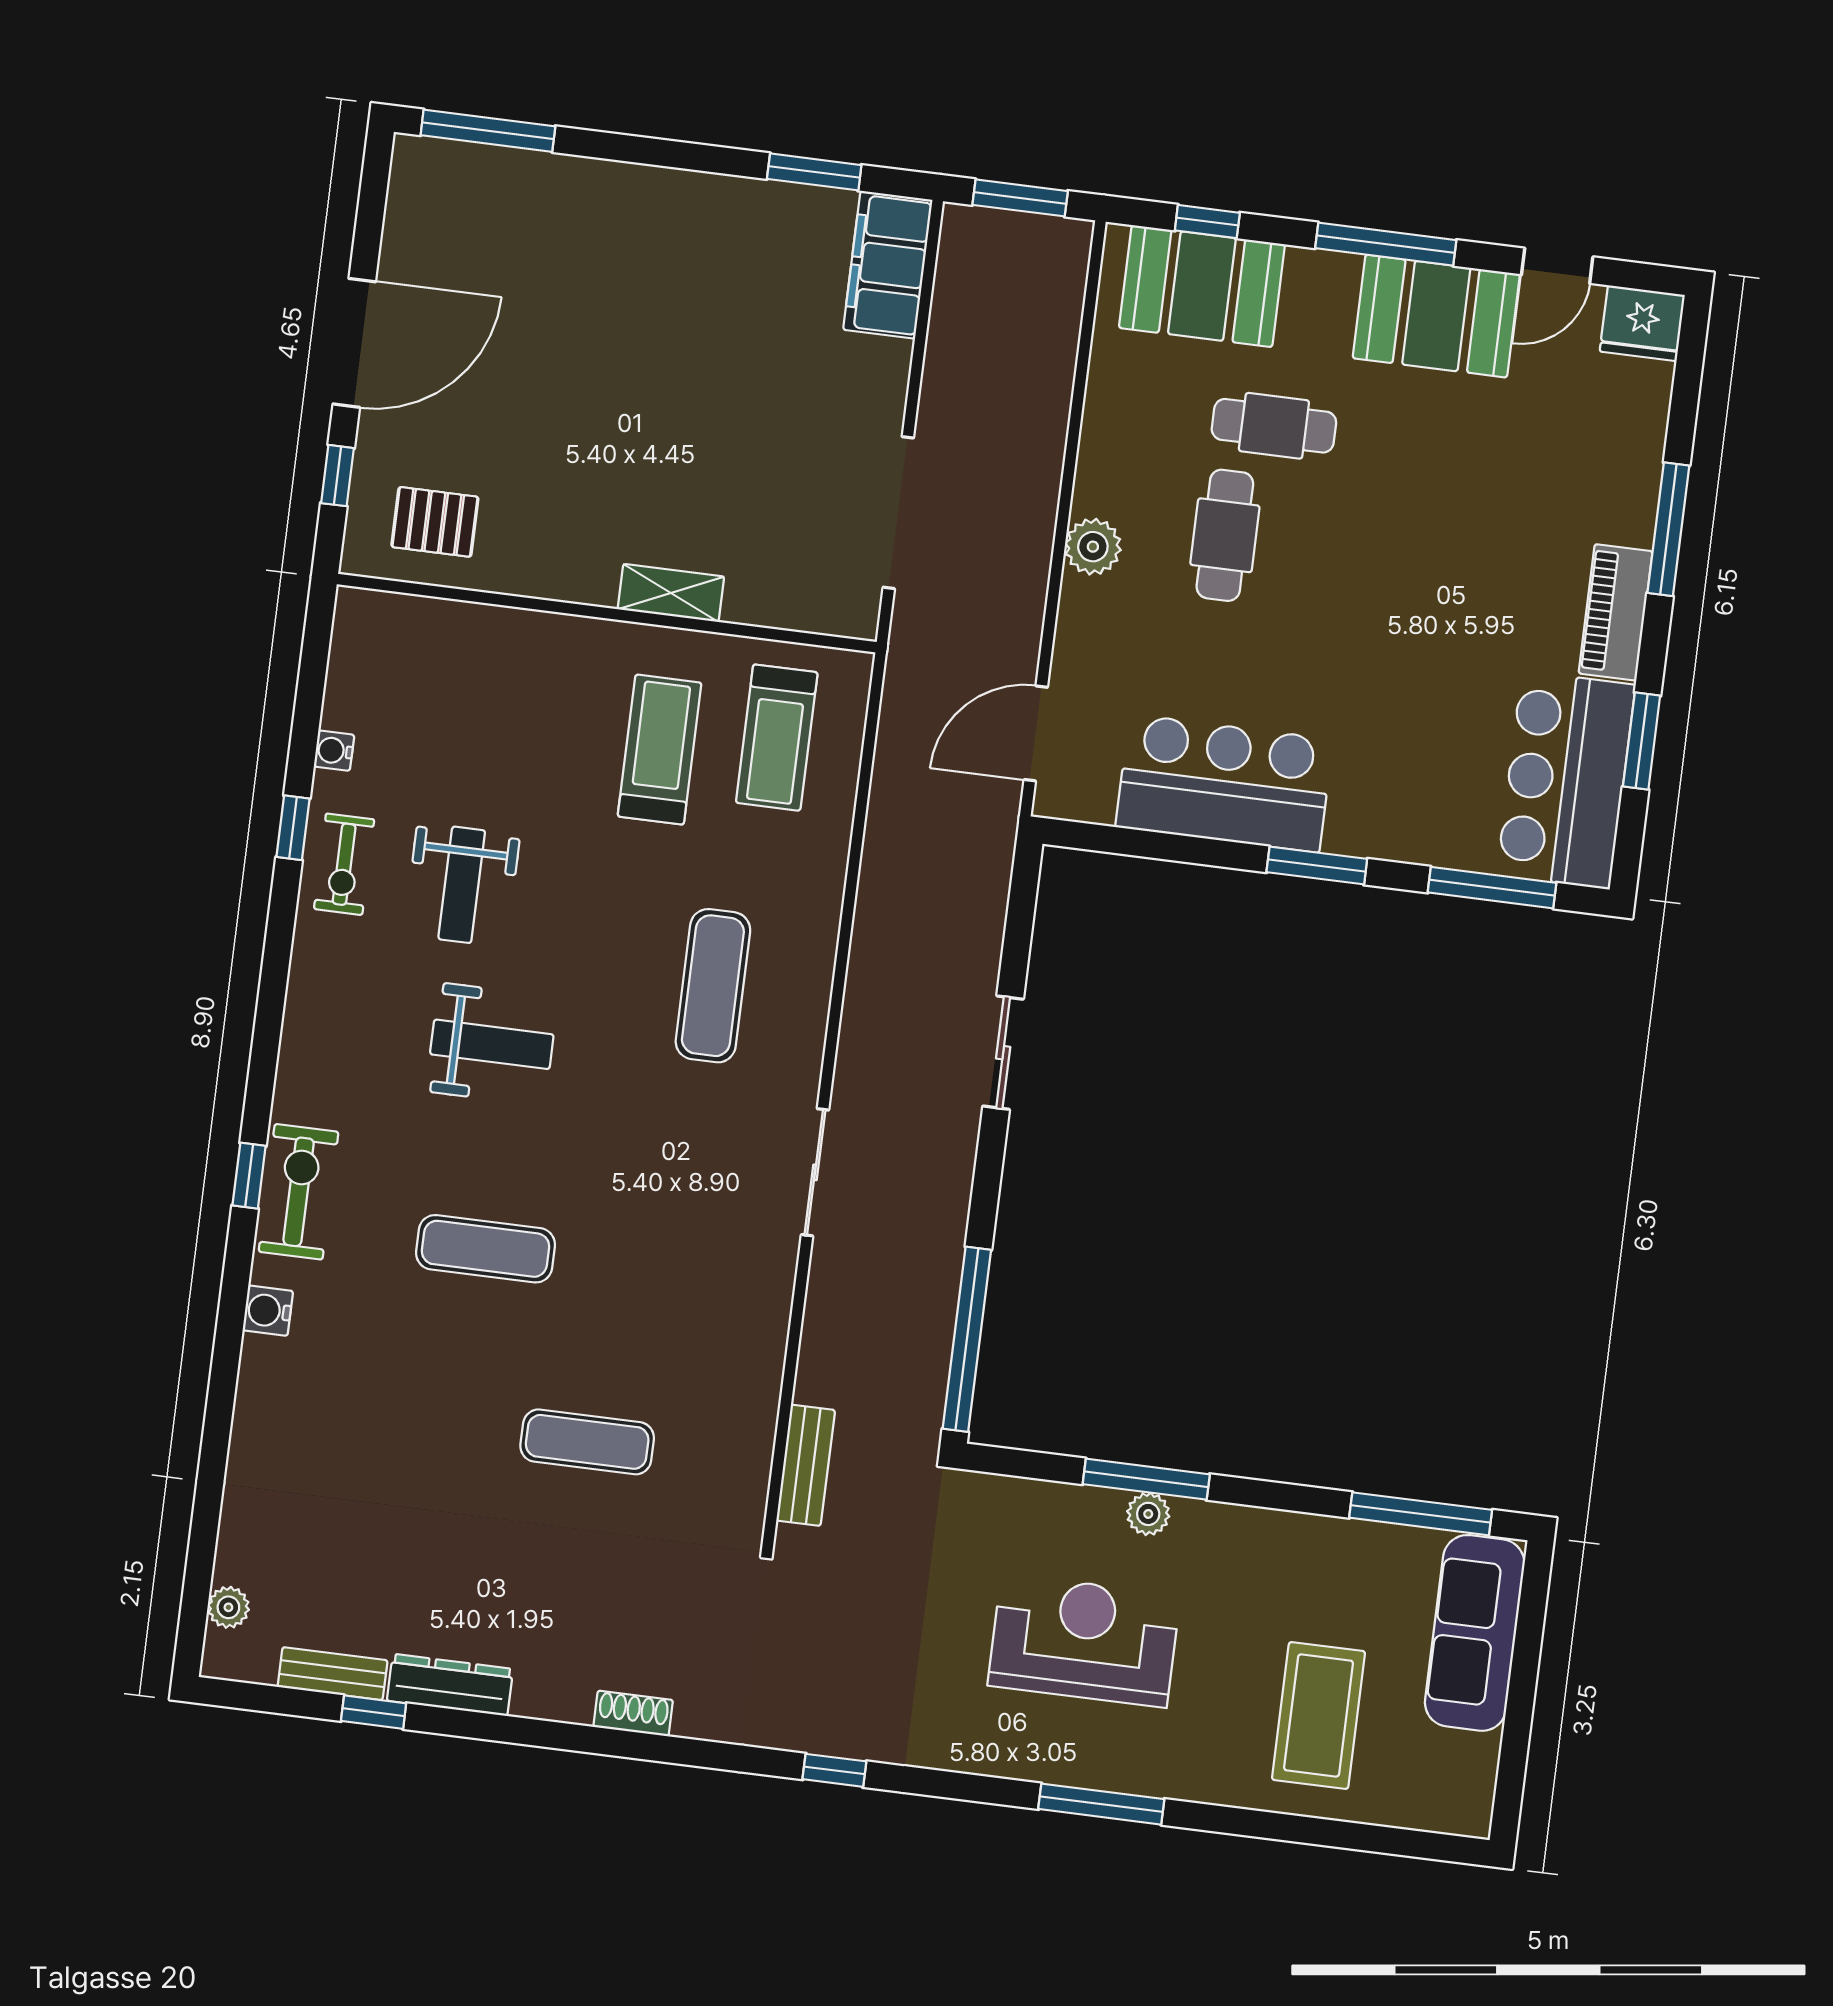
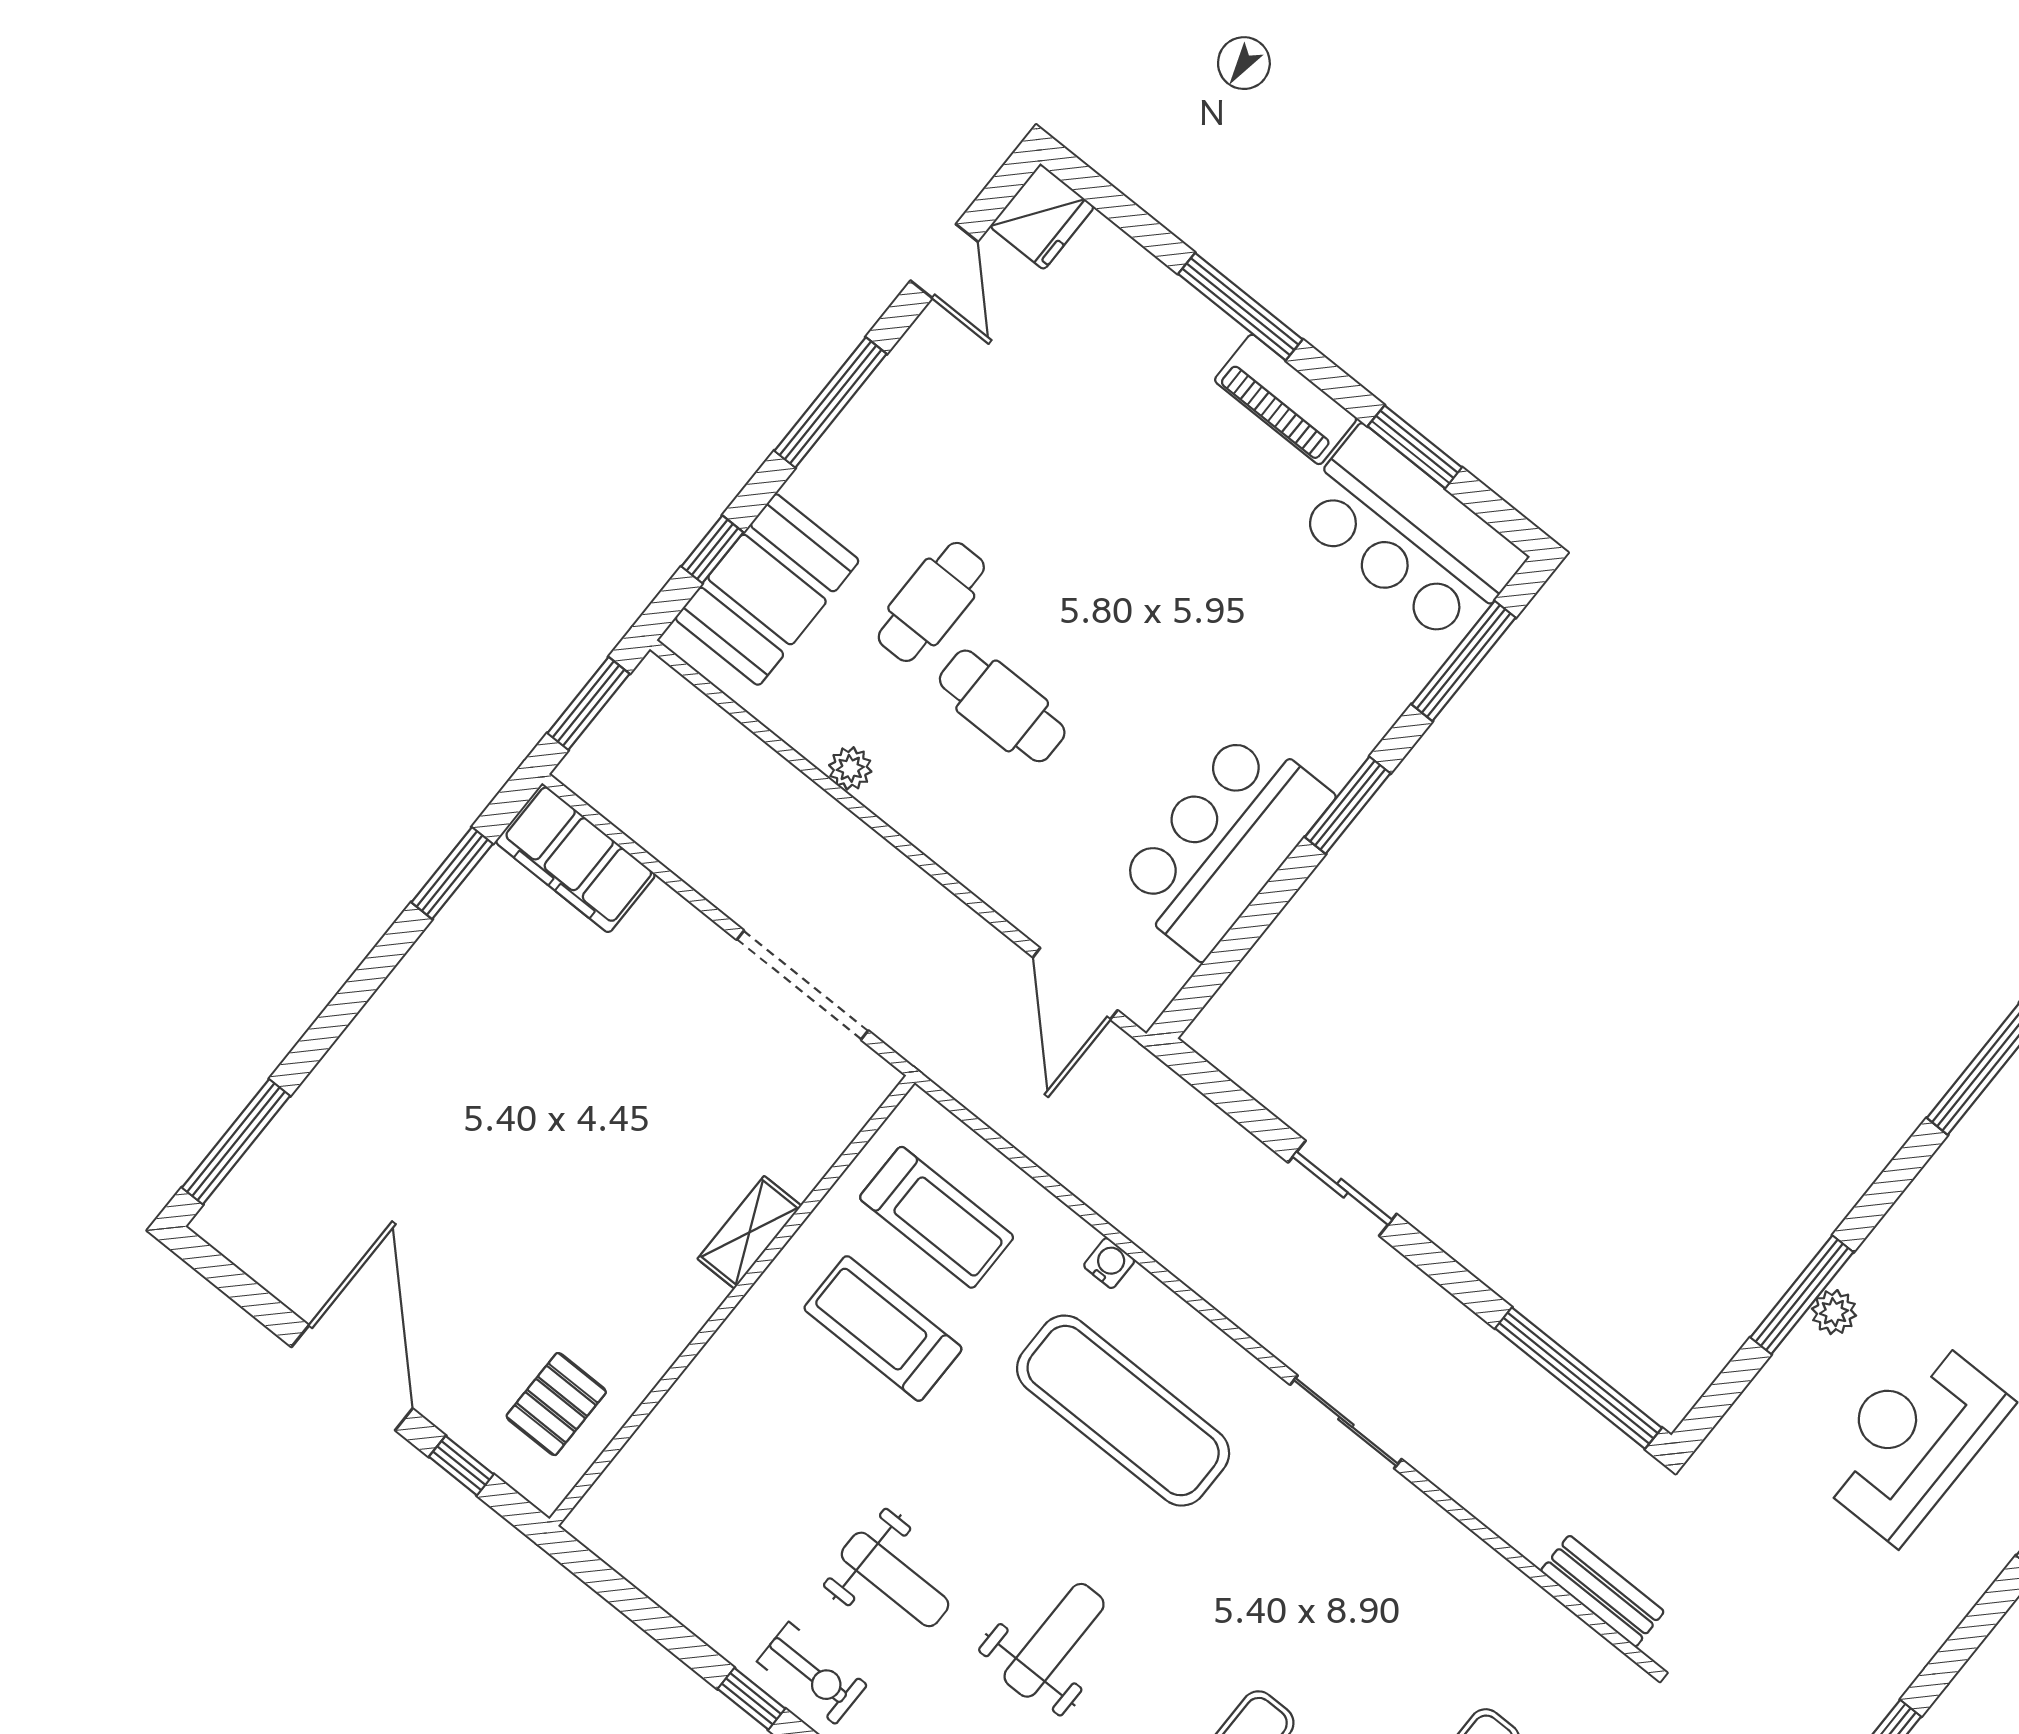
booth: (1436, 316) -> (923, 397), removed
plant: (1093, 547) -> (850, 768), moved, width x0.73, depth x0.73
water cooler: (334, 751) -> (1109, 1263), moved, turned 180
exercise mat: (713, 986) -> (1123, 1411), width x1.36, depth x1.45

